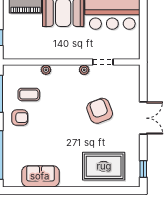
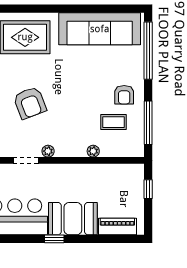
armchair: (20, 118) -> (124, 95), turned -90
sofa: (40, 176) -> (100, 29), width x1.85, depth x1.27

